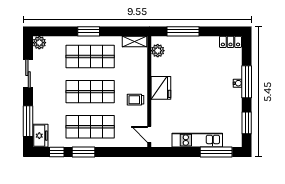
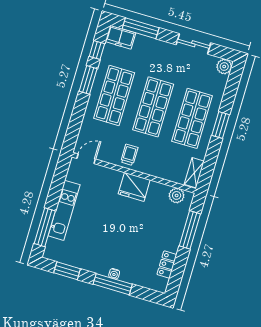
locker: (230, 42) -> (167, 265), moved

